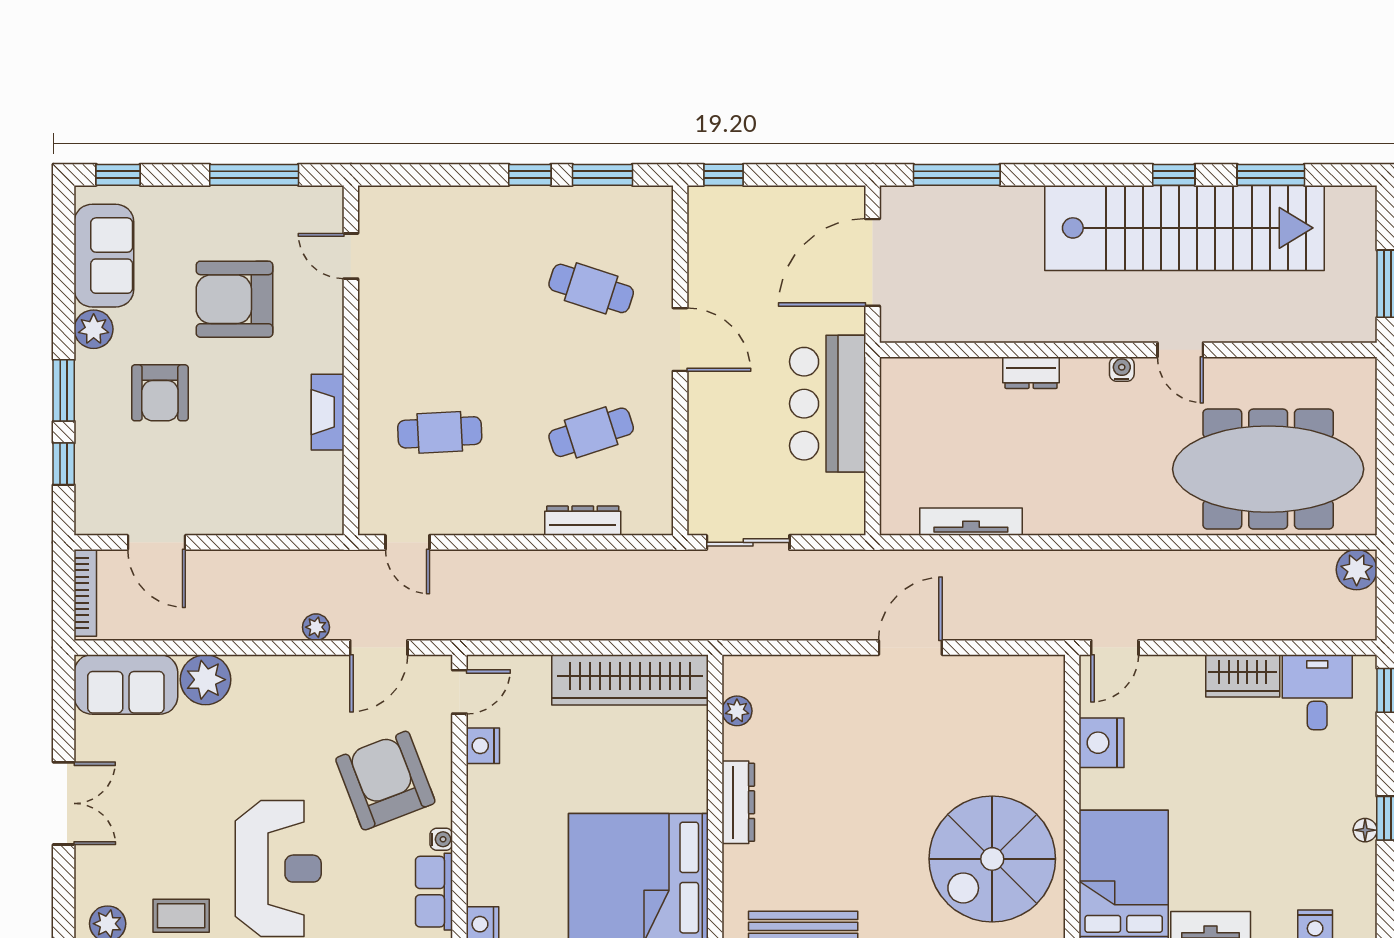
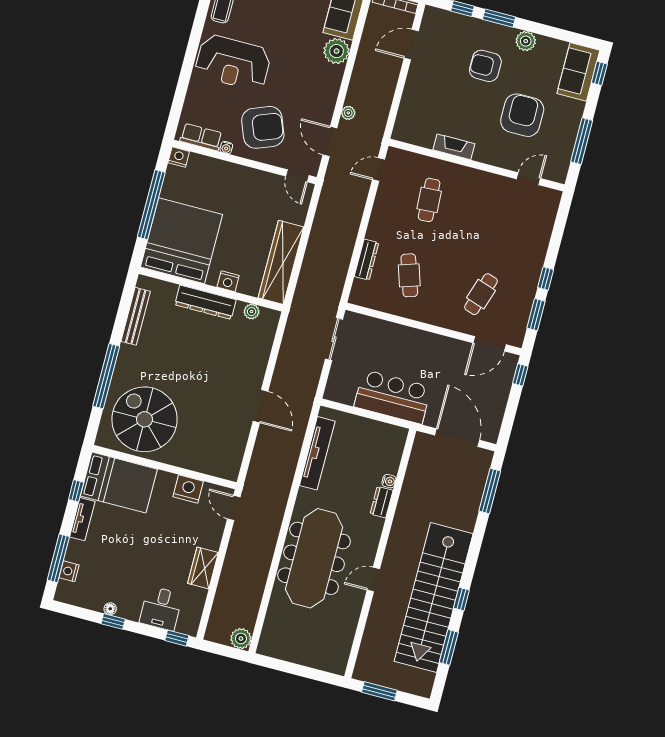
sofa: (104, 256) -> (578, 72), moved, turned 90
door: (680, 340) -> (490, 344), moved
water cooler: (1122, 369) -> (389, 481), moved
meeting table: (1268, 469) -> (314, 558), moved
tv unit: (971, 522) -> (317, 453), width x1.36, depth x1.29
desk: (1317, 692) -> (161, 608), moved, turned 90
nightstand: (483, 746) -> (228, 281), moved, turned 180
dresser: (738, 802) -> (205, 302), width x1.37, depth x1.24

